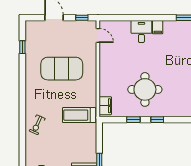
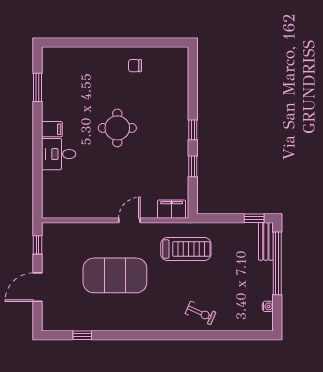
door: (98, 35) -> (129, 220), moved
exercise mat: (62, 69) -> (115, 275), turned 90
round table: (145, 89) -> (117, 128), moved, width x0.73, depth x0.73
treadmill: (79, 115) -> (186, 249), turned -90

